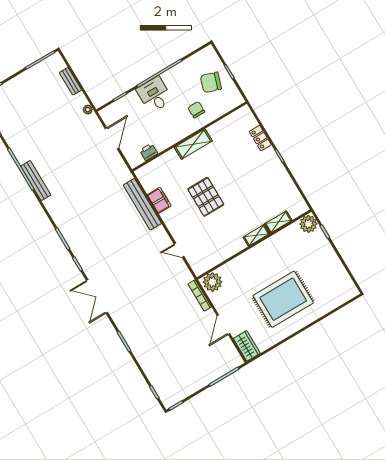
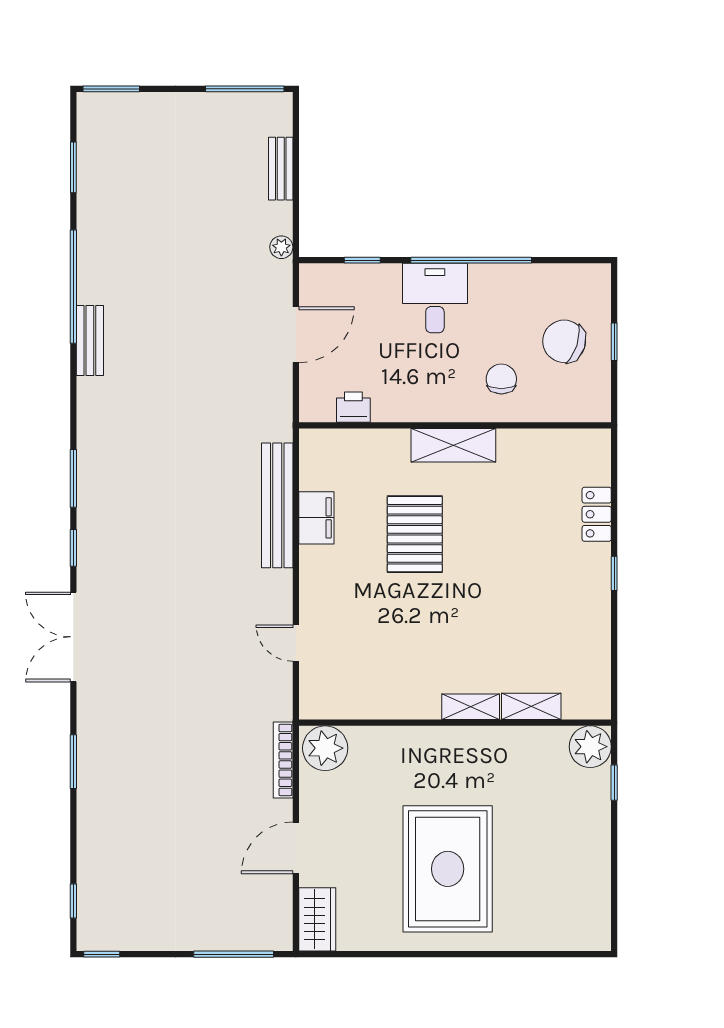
bench: (36, 181) -> (90, 341), width x0.73
pallet: (206, 197) -> (415, 534), moved
rug: (283, 299) -> (448, 869), turned 90

